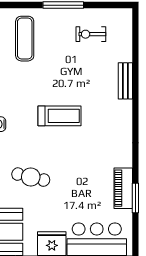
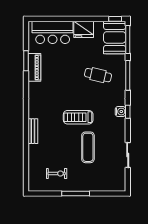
exercise mat: (25, 39) -> (88, 147), moved
bench: (125, 81) -> (33, 131), moved

